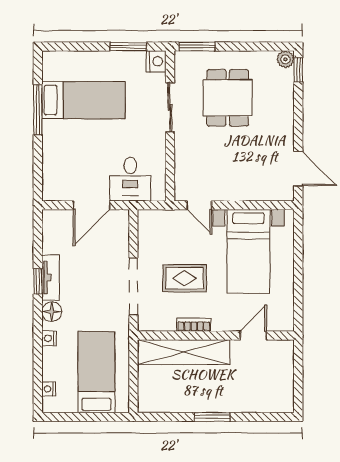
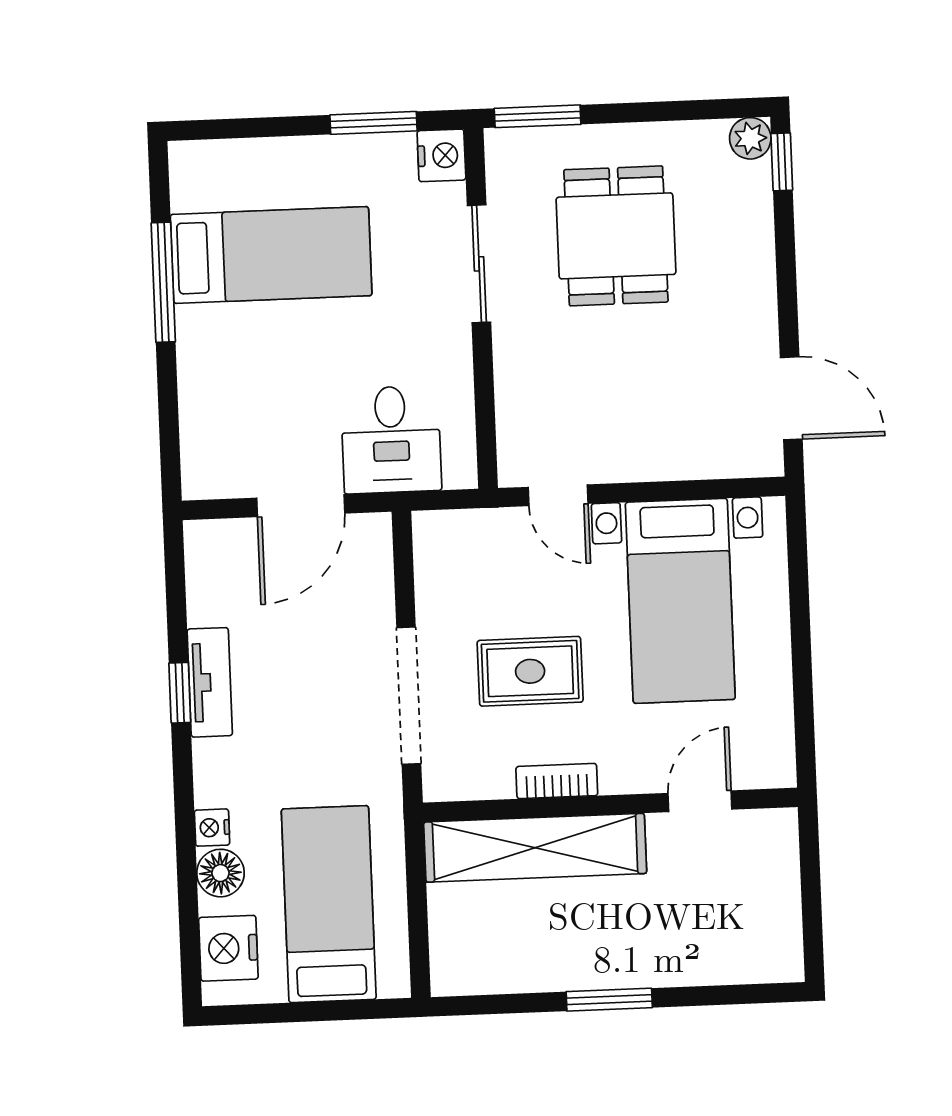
floor lamp: (52, 312) -> (220, 873), moved
nightstand: (49, 389) -> (228, 948), width x1.89, depth x1.79

